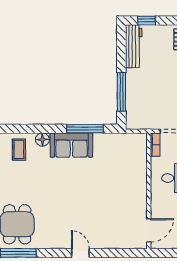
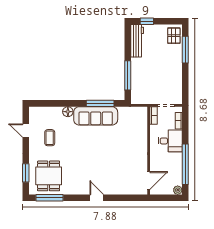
sofa: (71, 145) -> (96, 116), width x1.36
coffee table: (19, 150) -> (50, 138), moved

